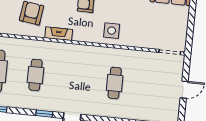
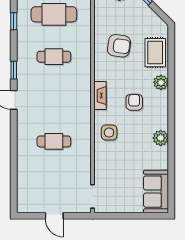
fireplace: (59, 34) -> (100, 96), moved

